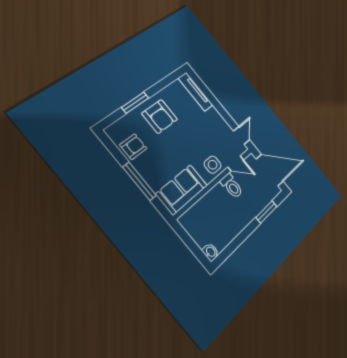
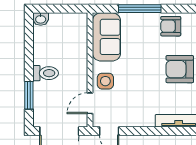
armchair: (133, 147) -> (171, 26), turned 90
toilet: (232, 186) -> (46, 73), moved, turned 180

